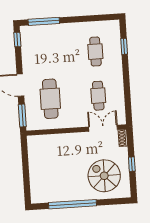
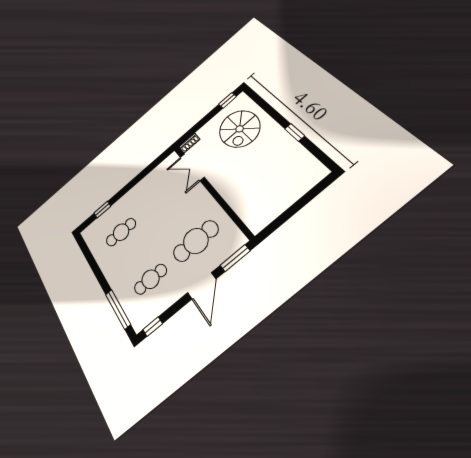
cafe table: (98, 96) -> (151, 279), moved
window: (132, 164) -> (227, 100), moved
window: (72, 204) -> (295, 132), width x0.32

